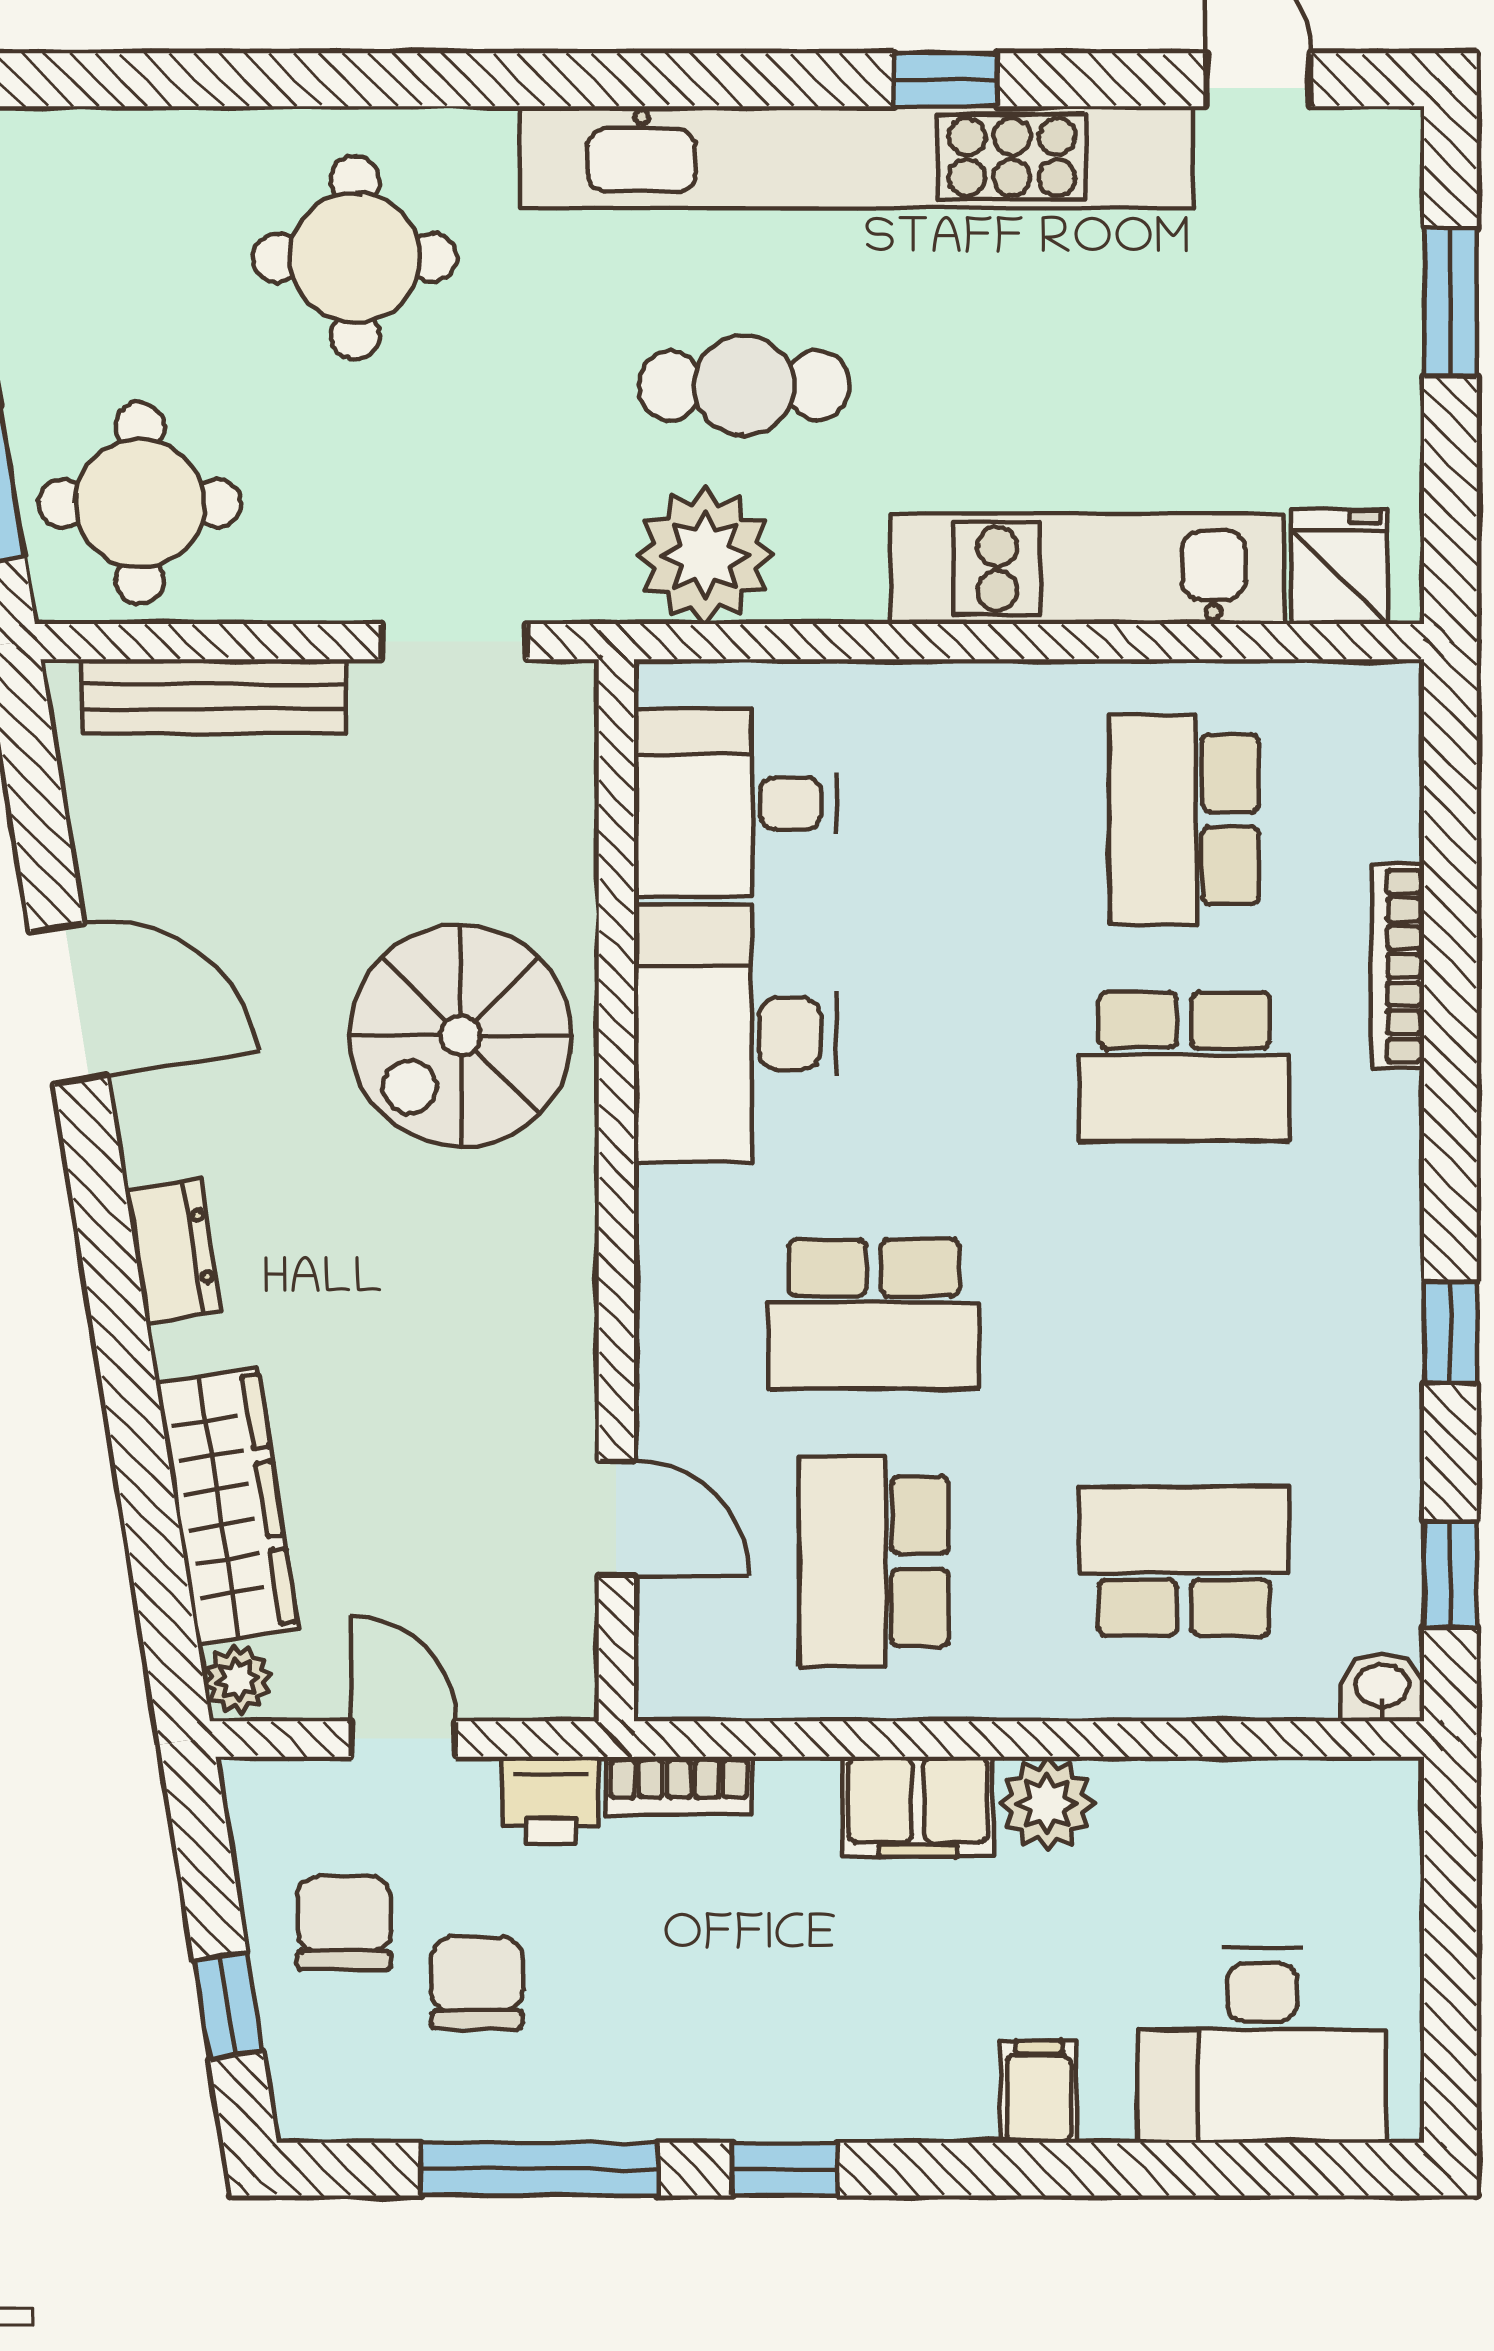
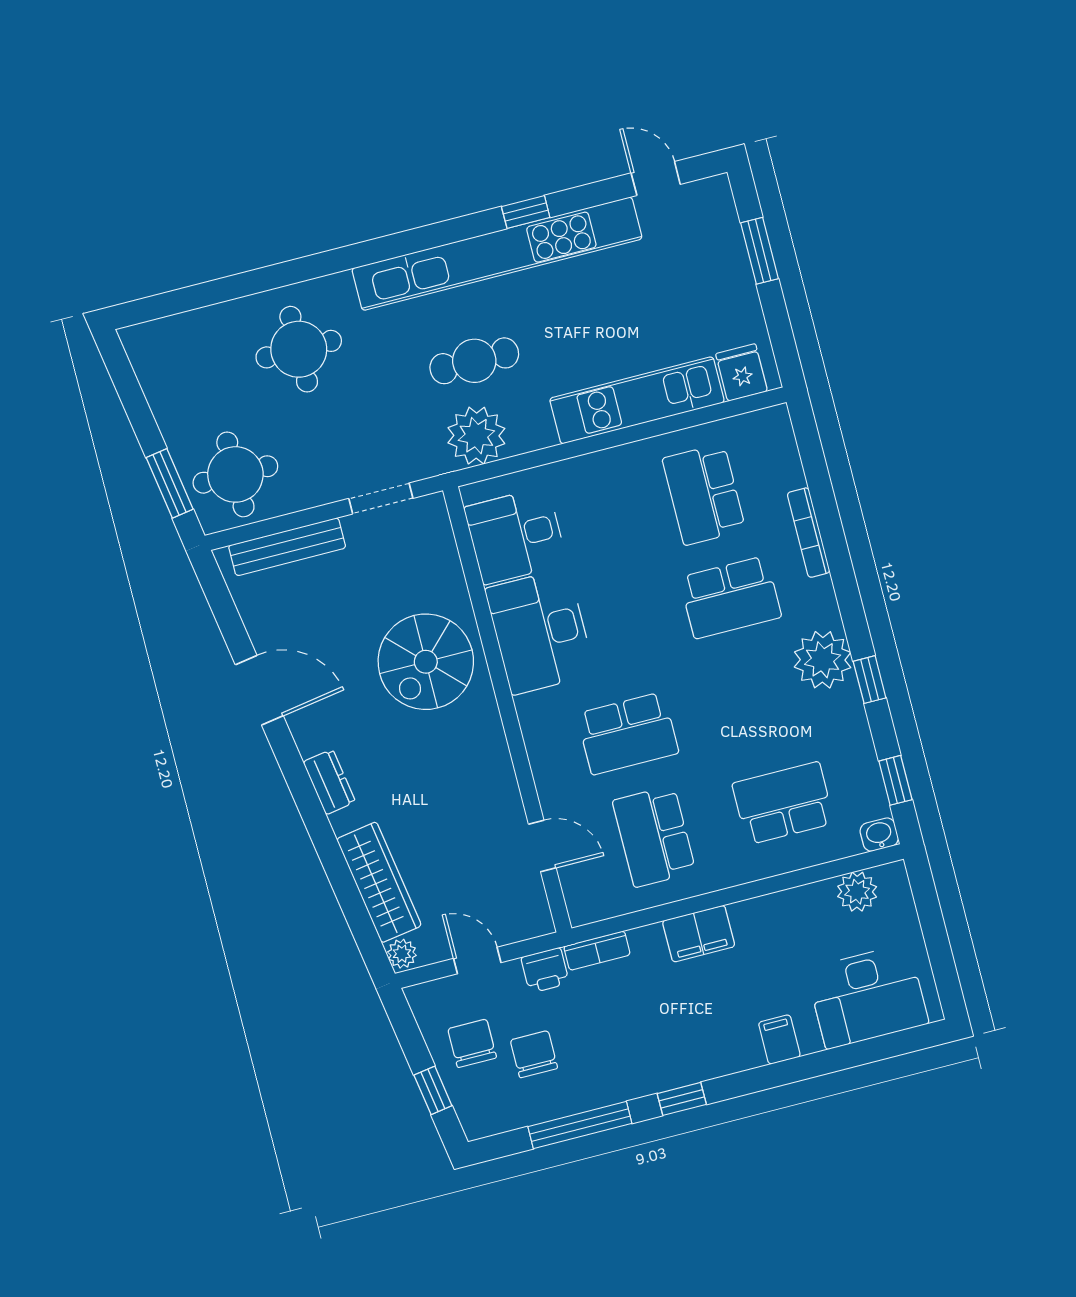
plant: (1356, 1261) -> (823, 660), added
plant: (1047, 1804) -> (857, 892), moved

